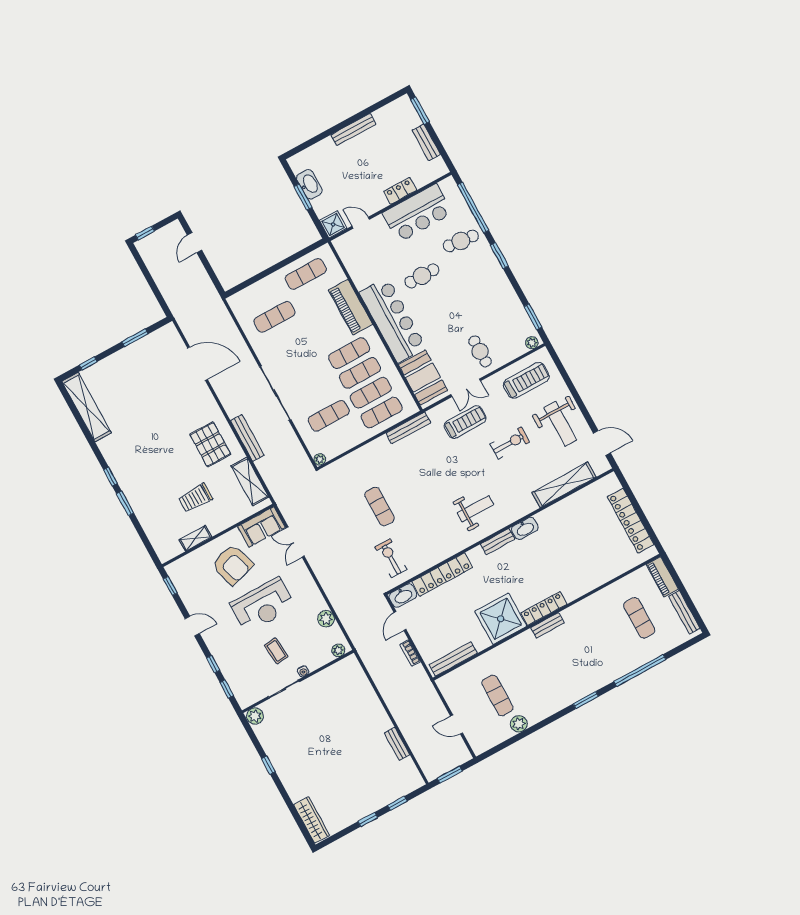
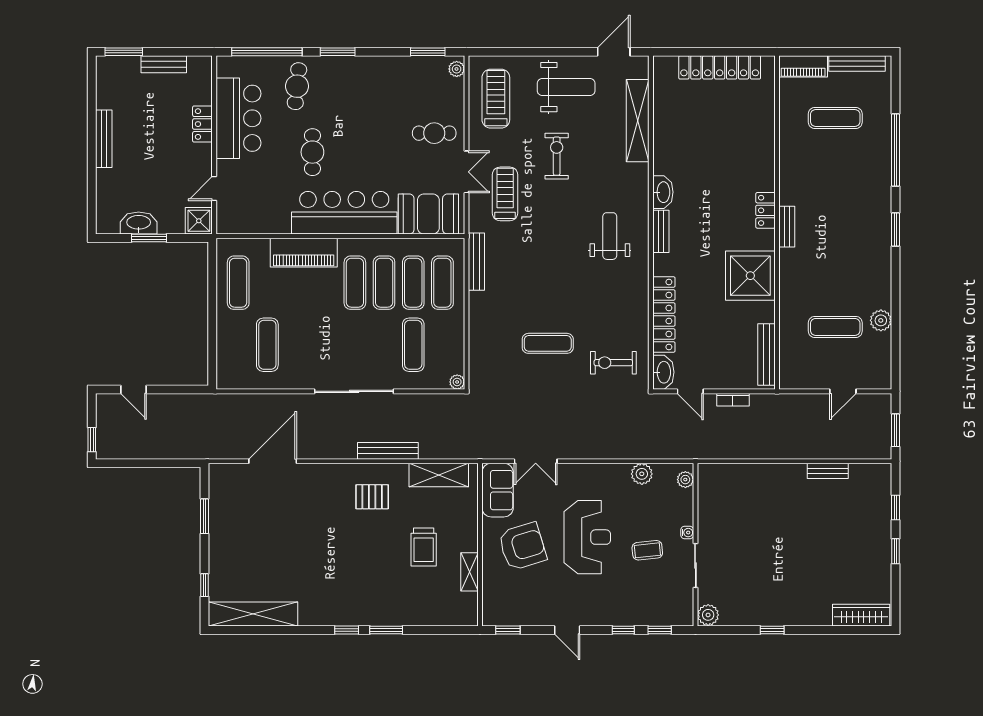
pallet: (210, 444) -> (372, 497), width x0.67, depth x0.71
locker: (544, 609) -> (765, 210), width x0.66
door: (192, 626) -> (567, 630), swing flipped

